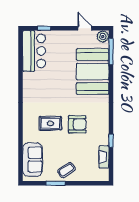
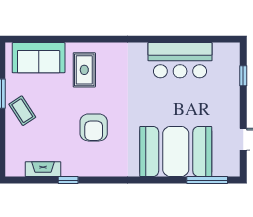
plant: (103, 37) -> (230, 167), removed
bar counter: (34, 51) -> (180, 60), moved
rug: (50, 123) -> (84, 70), moved

